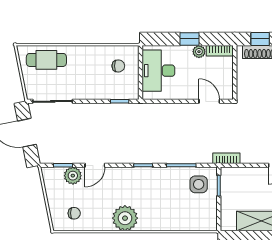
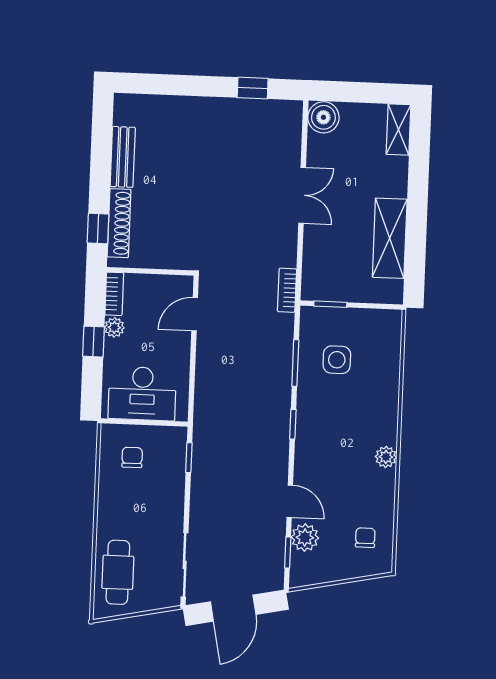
side table: (199, 184) -> (337, 360), moved
plant: (125, 218) -> (386, 457), width x0.53, depth x0.53

